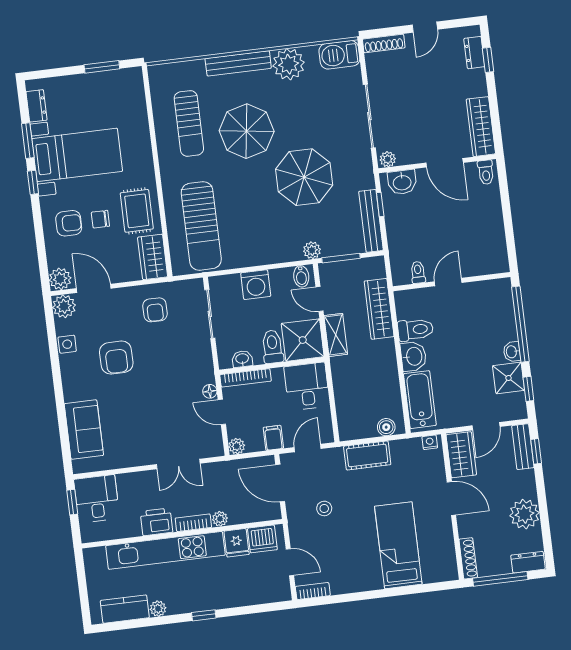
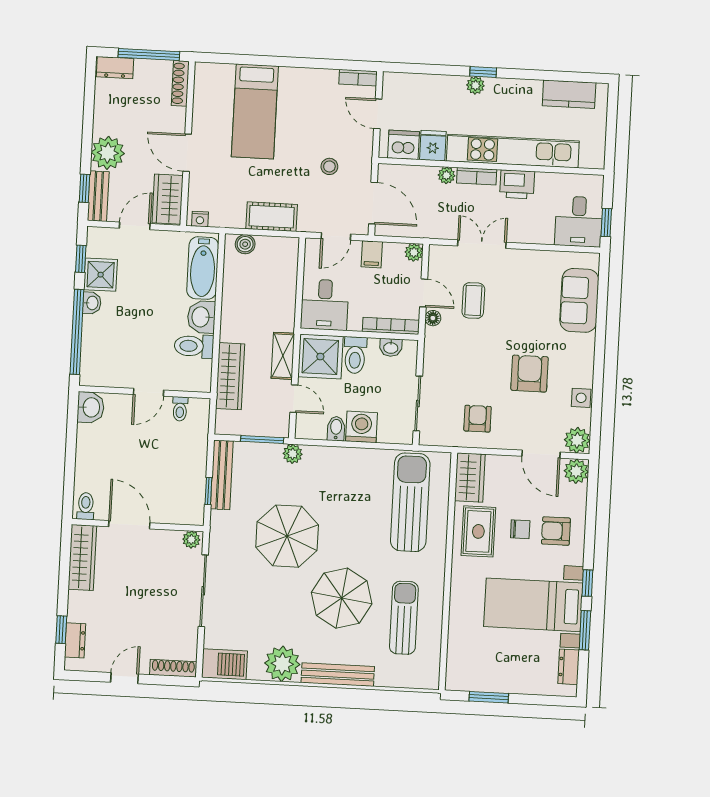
washbasin: (402, 182) -> (91, 407), moved, turned 90
bidet: (301, 276) -> (336, 429), moved
coffee table: (177, 413) -> (473, 300), added
plant: (524, 514) -> (108, 153), moved
plant: (158, 609) -> (475, 85), moved

